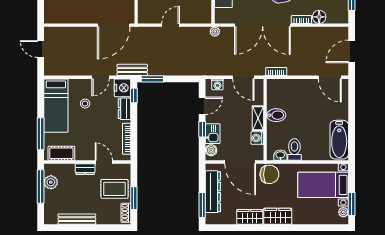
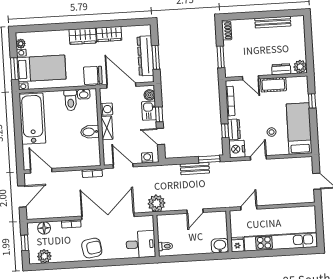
floor lamp: (319, 17) -> (44, 228), moved
door: (114, 25) -> (249, 208), width x0.53
plant: (215, 32) -> (156, 203), width x1.88, depth x1.88
bench: (132, 70) -> (195, 169), moved
window: (134, 96) -> (225, 131), moved
door: (202, 106) -> (160, 136), hinge flipped
window: (41, 134) -> (312, 101), width x0.46
bathtub: (339, 140) -> (32, 119), width x1.36, depth x1.36
cot: (61, 153) -> (273, 85), moved
dresser: (85, 169) -> (281, 69), moved
plant: (51, 182) -> (300, 67), moved
window: (41, 187) -> (309, 51), removed
rug: (114, 189) -> (239, 53), removed
window: (134, 198) -> (221, 57), moved
window: (352, 204) -> (14, 69), moved
window: (202, 205) -> (156, 57), moved

